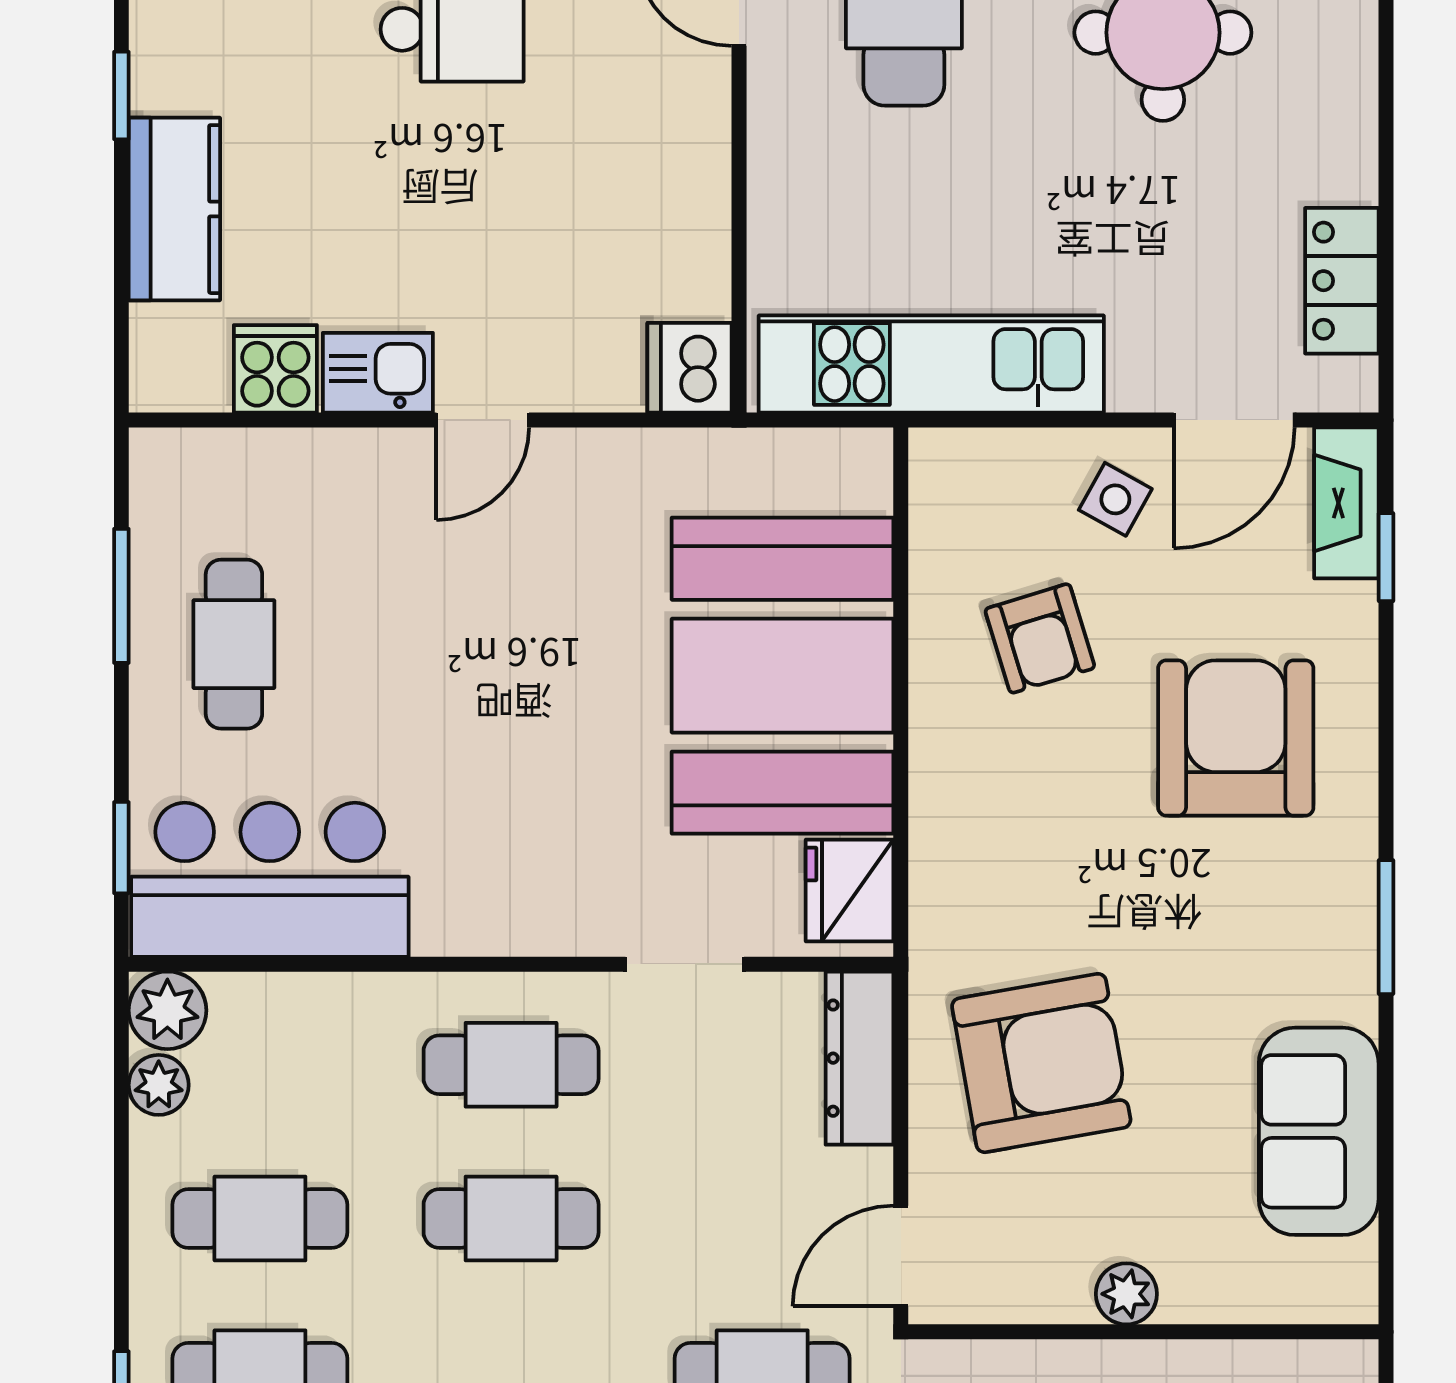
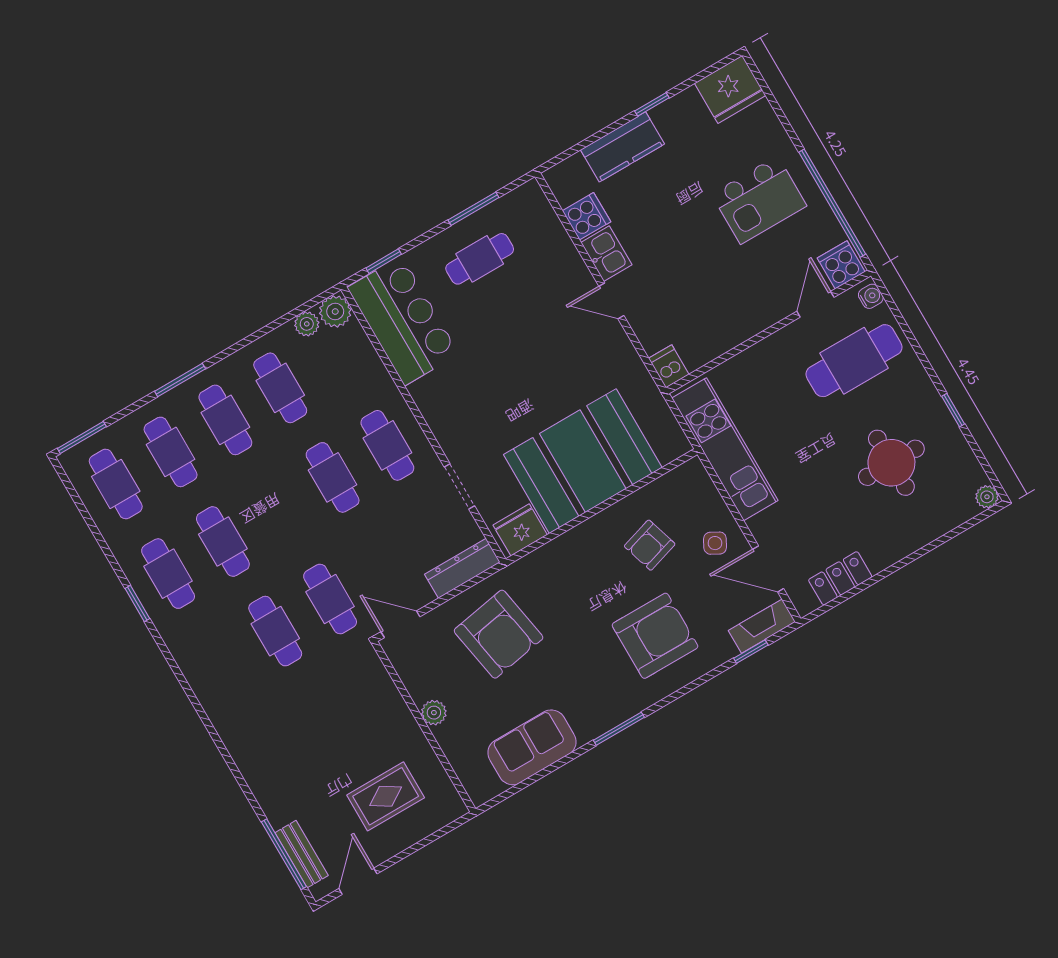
dishwasher: (690, 368) -> (669, 366), width x0.73

